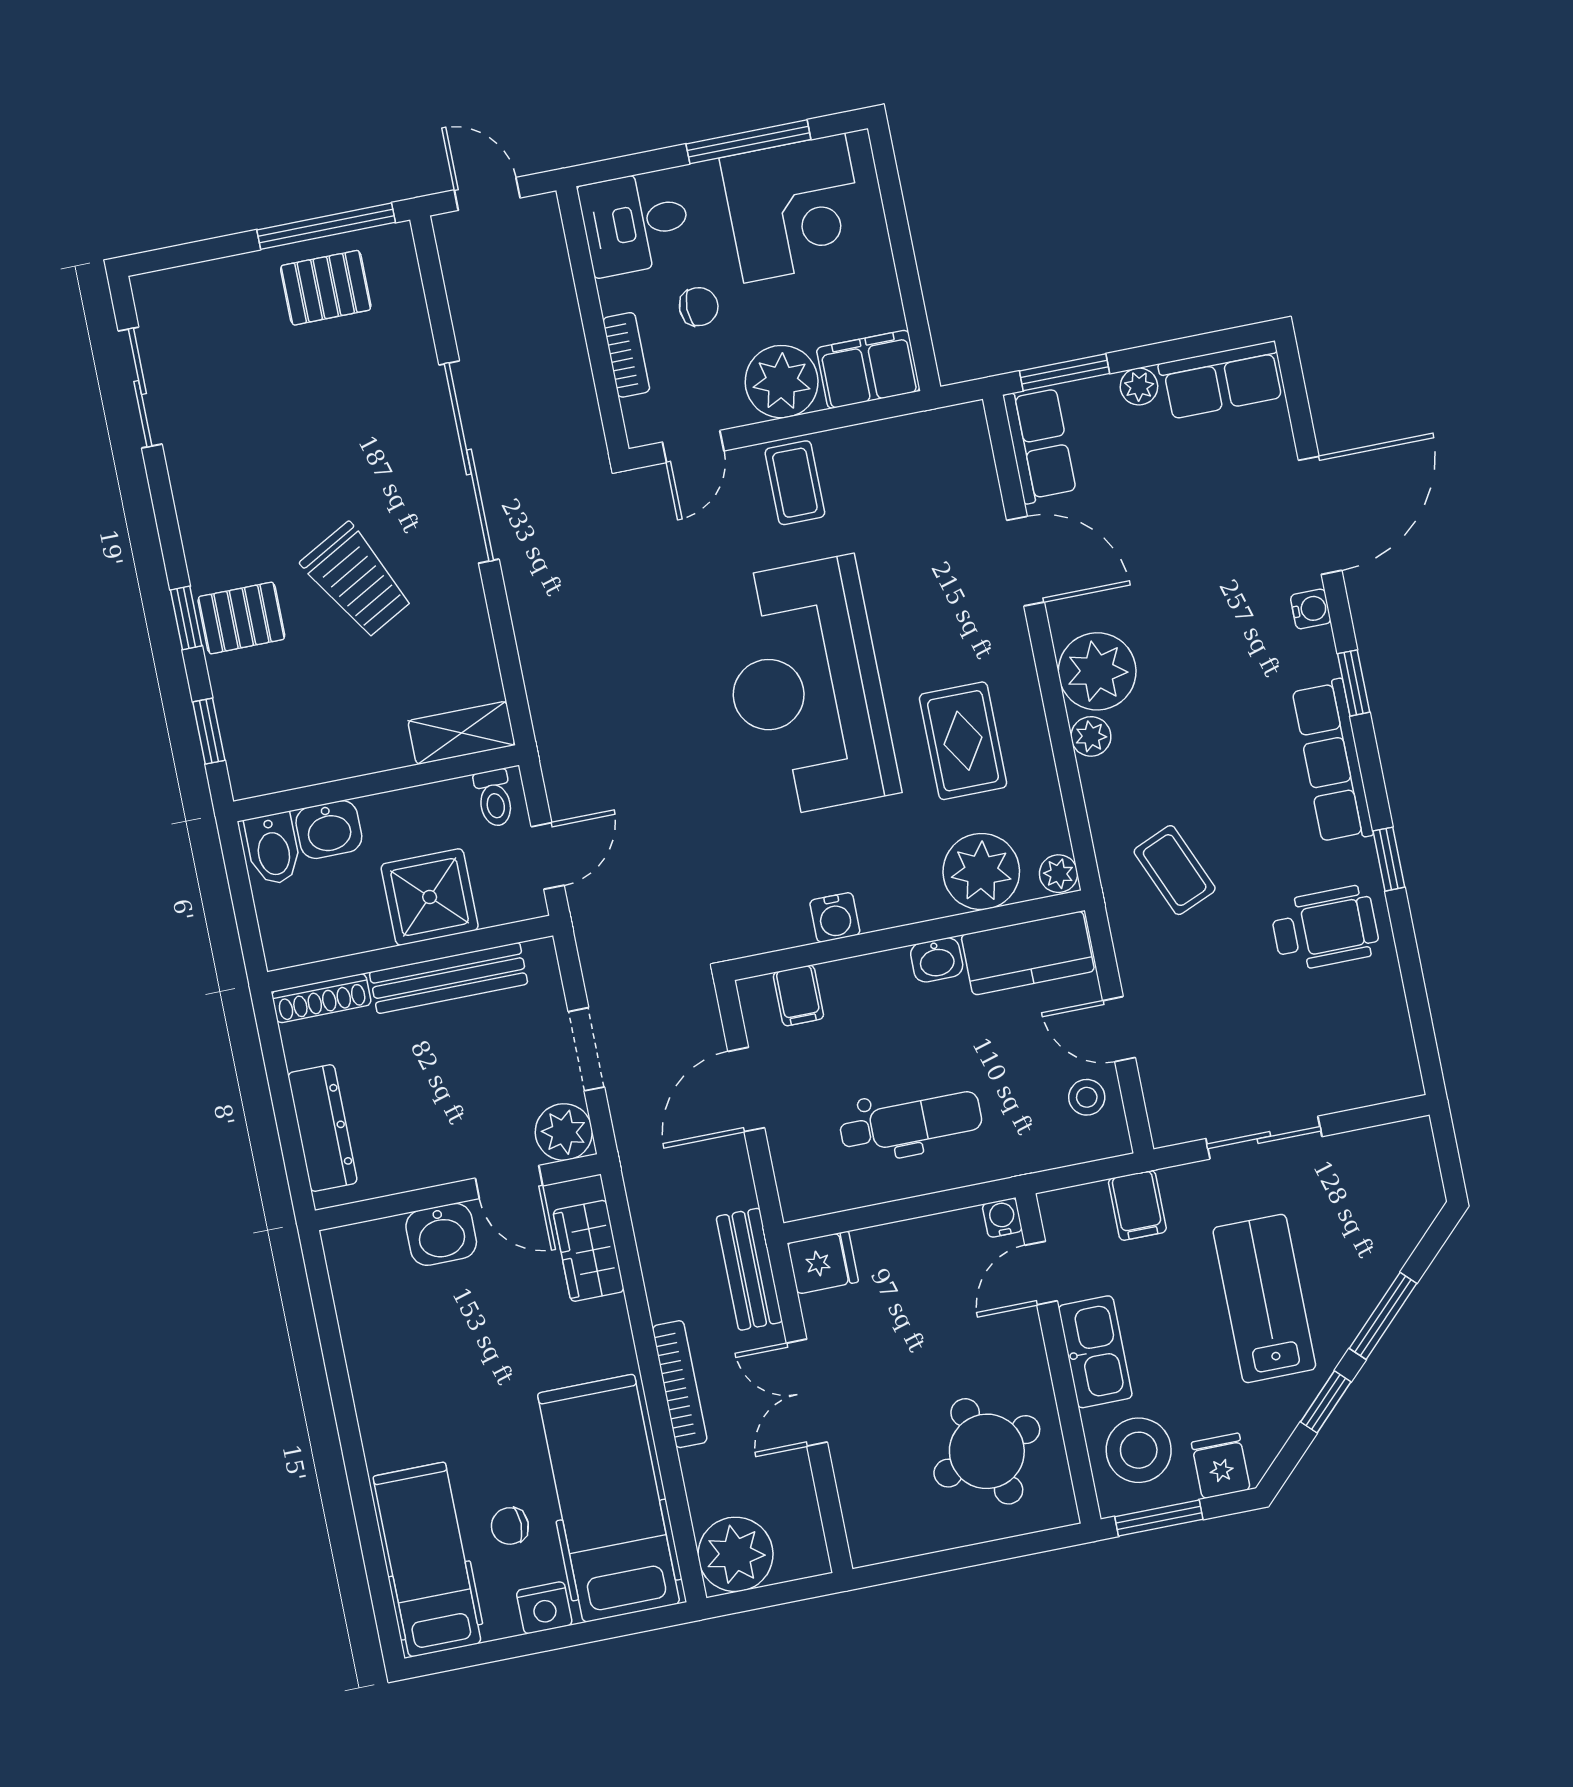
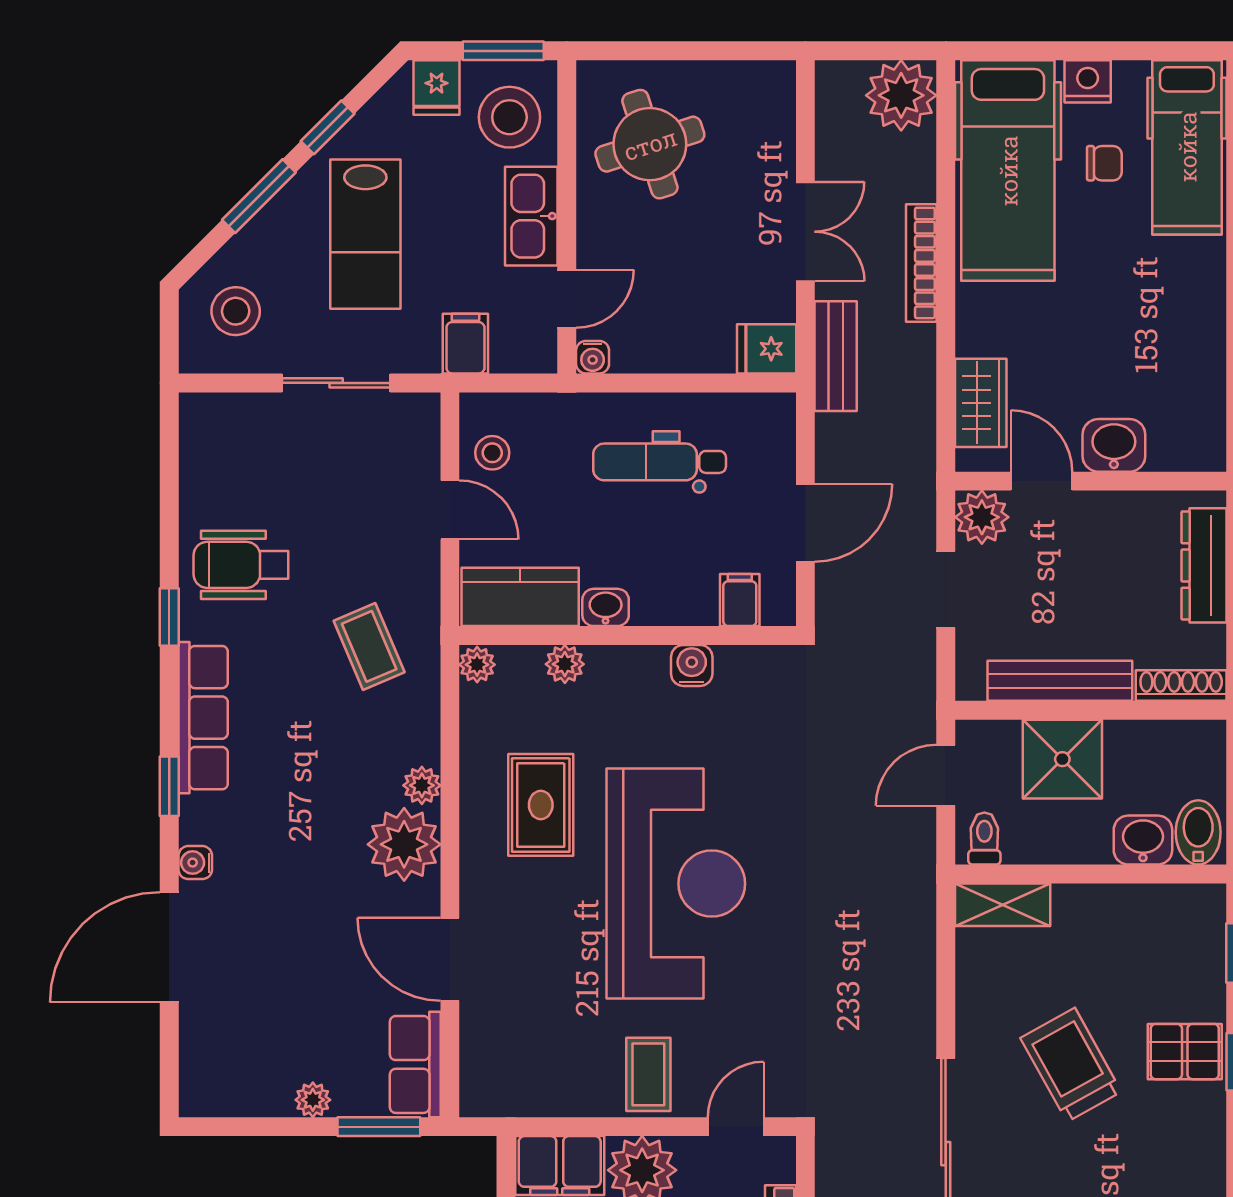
row of seats: (1222, 380) -> (235, 1090), removed
plant: (981, 872) -> (565, 664), width x0.53, depth x0.53
stool: (1383, 1191) -> (236, 311), added

